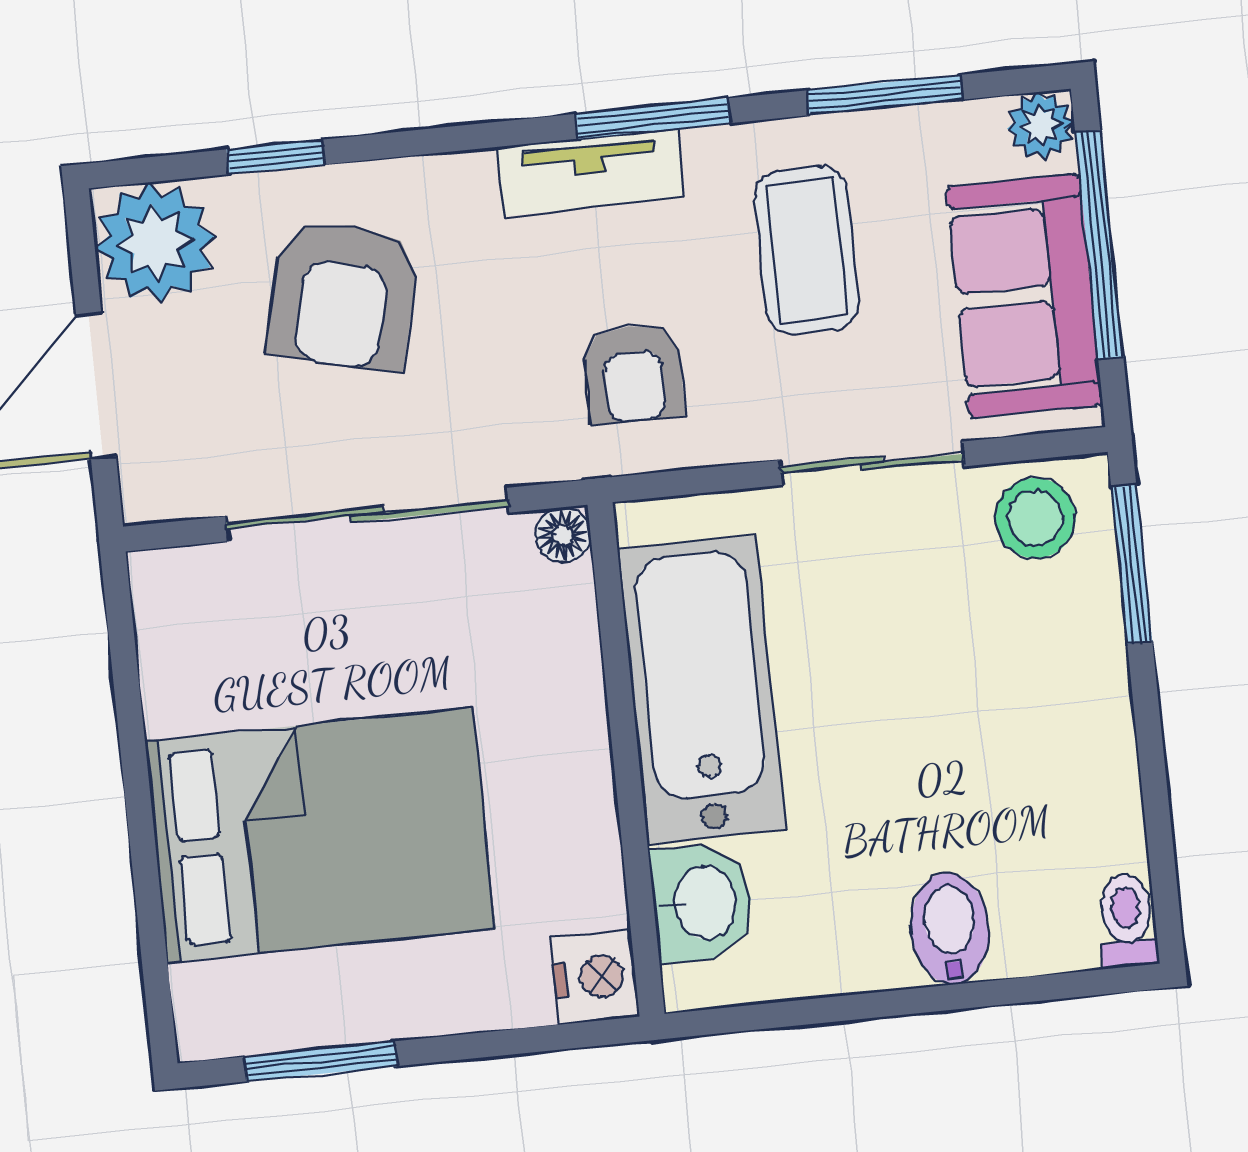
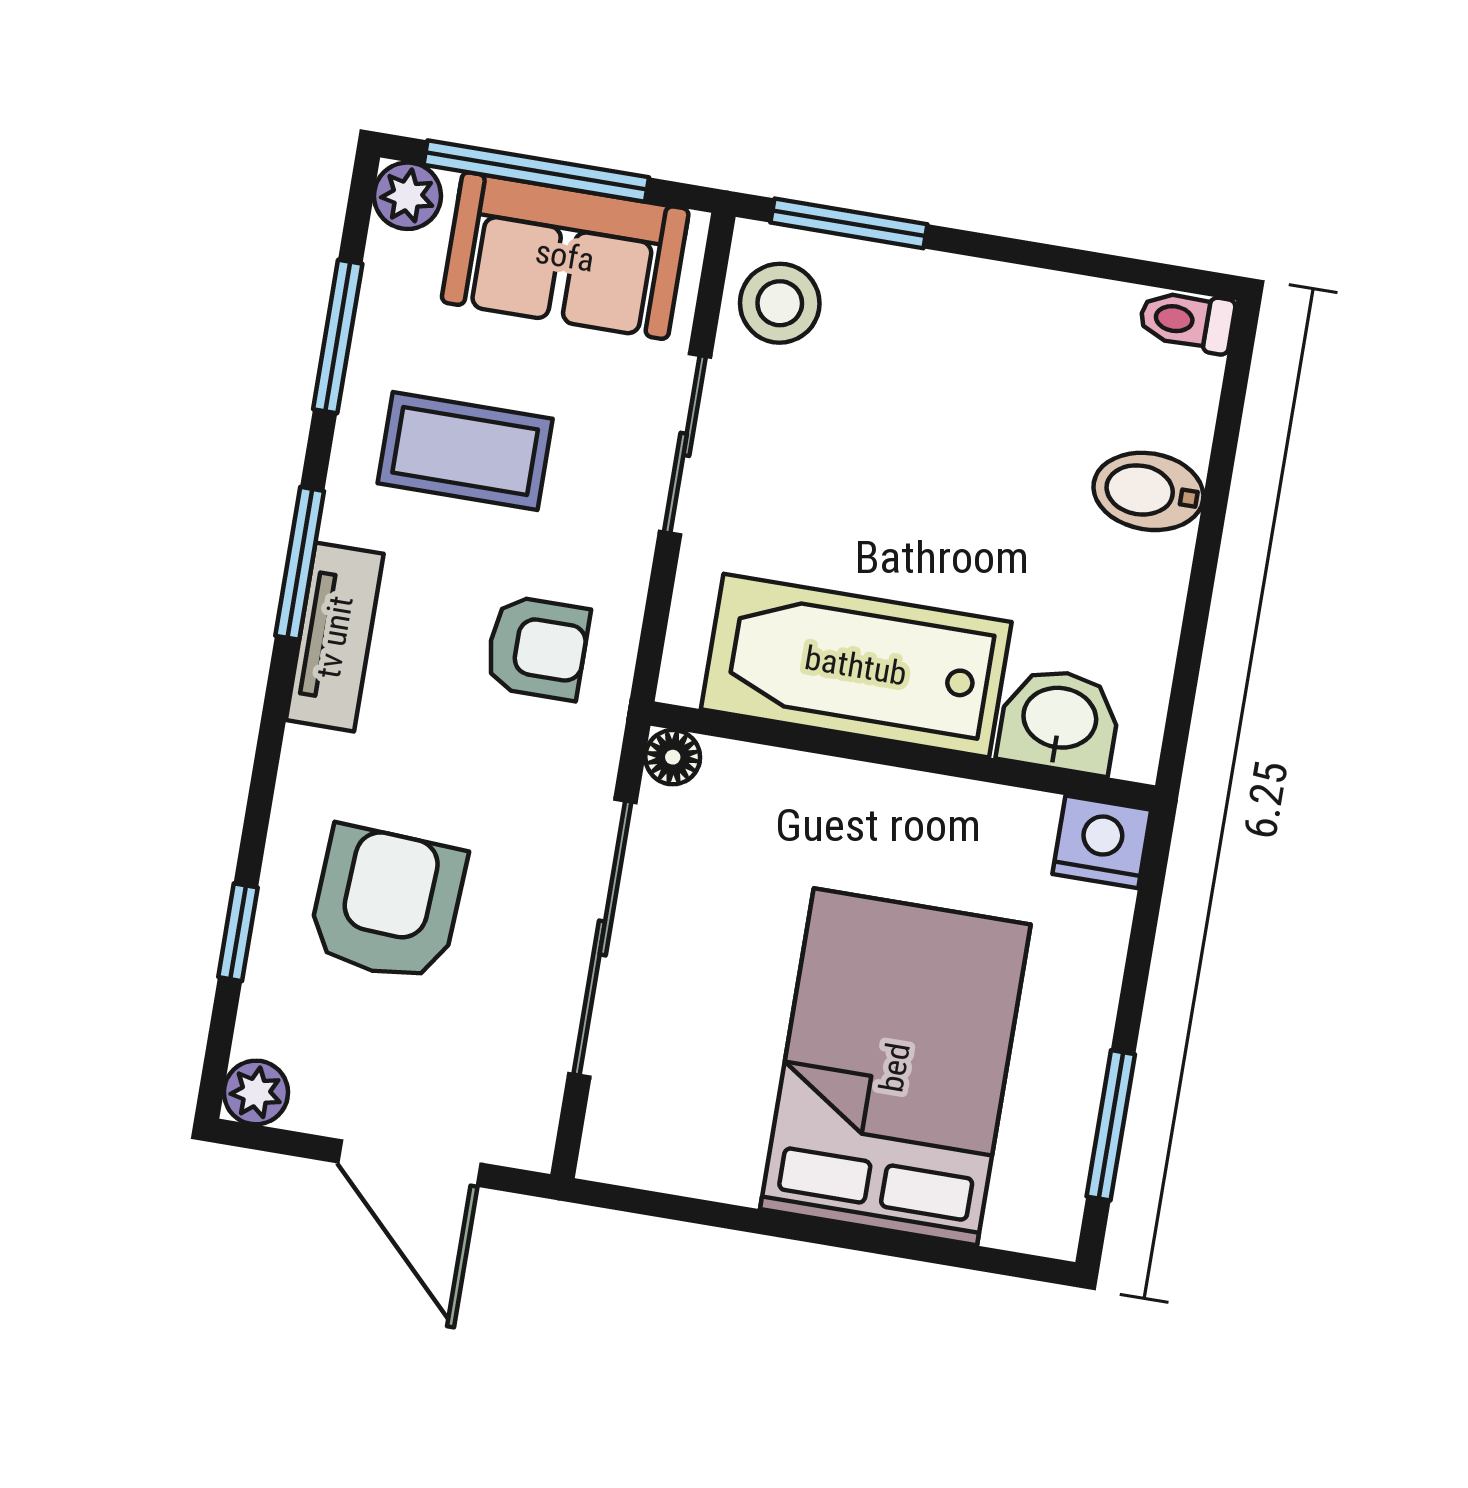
plant: (155, 243) -> (256, 1092), width x0.53, depth x0.53
armchair: (343, 295) -> (387, 904), turned -101

